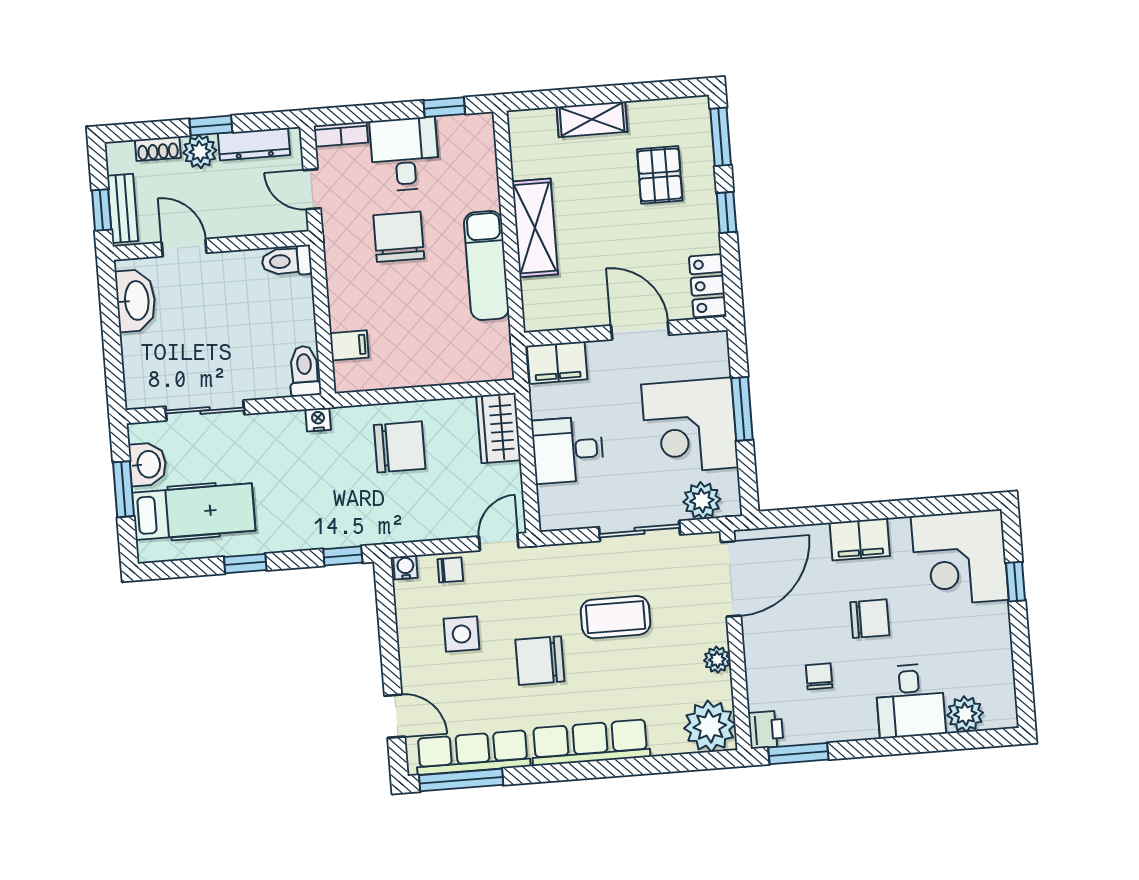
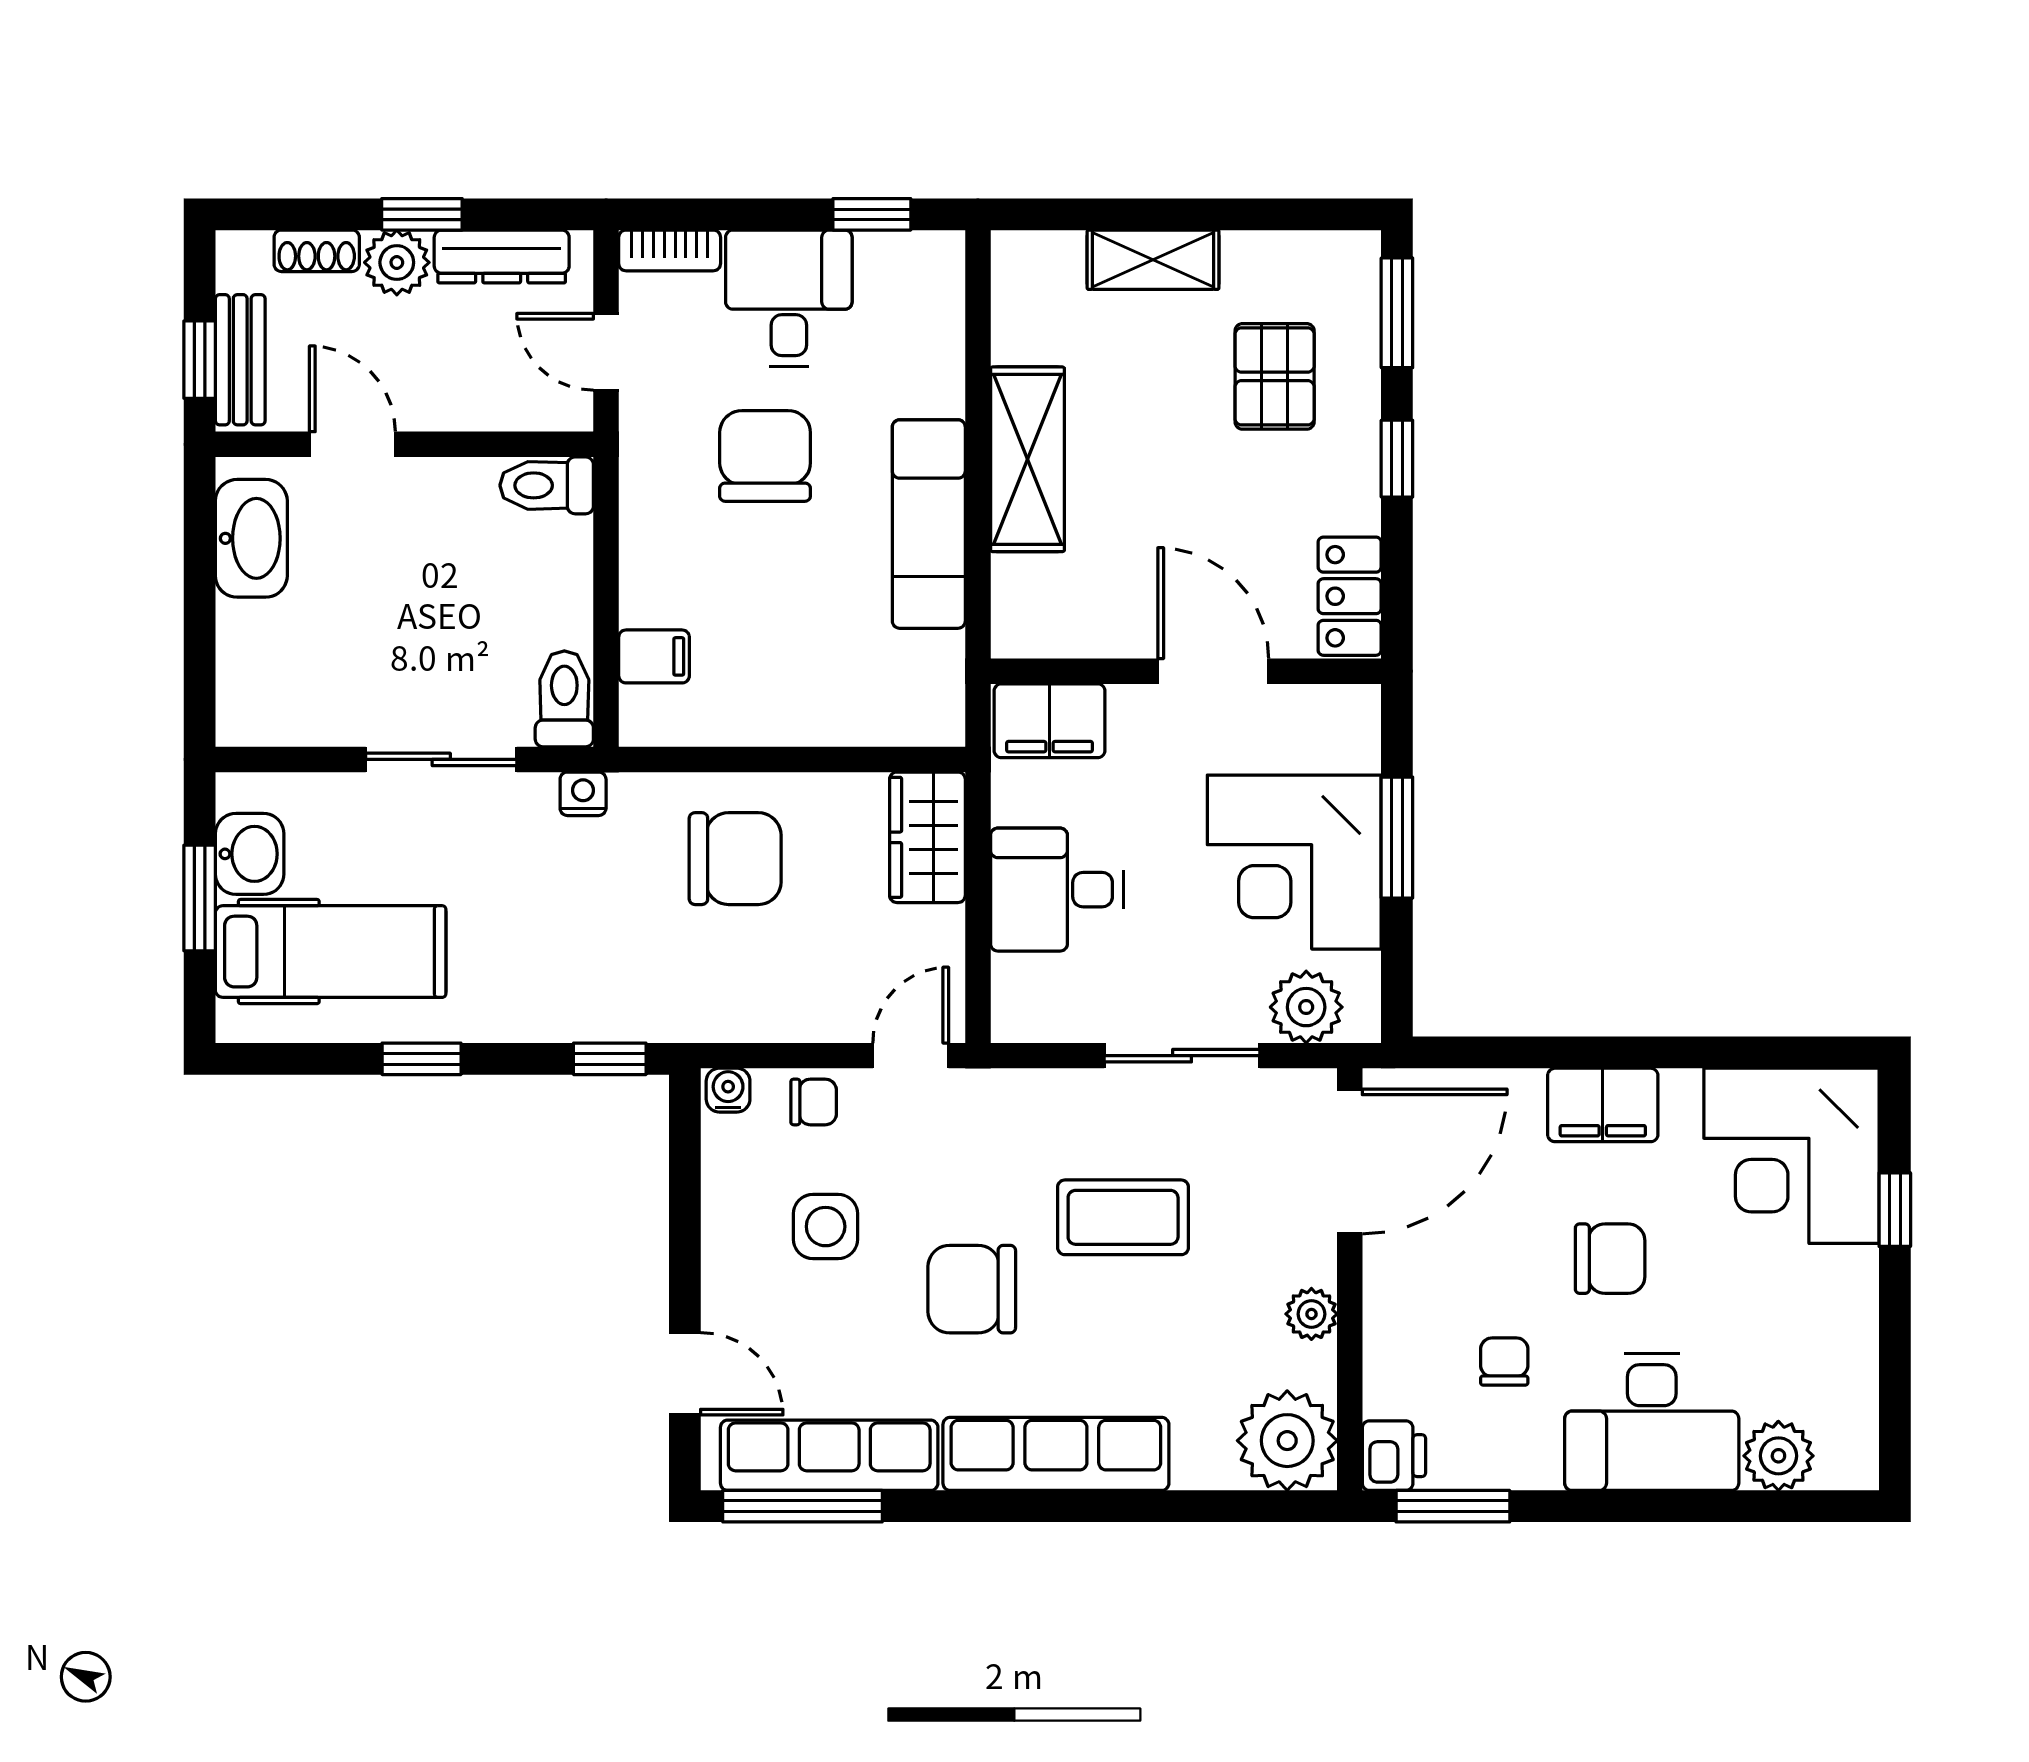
sliding door: (205, 410) -> (441, 759), moved
desk: (910, 701) -> (1652, 1422), width x1.37

